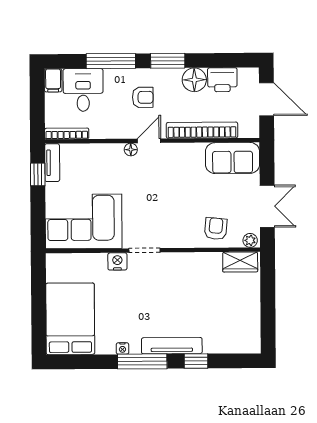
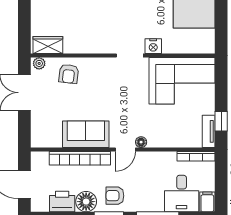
armchair: (143, 97) -> (115, 196), moved
sofa: (233, 158) -> (86, 134), moved

